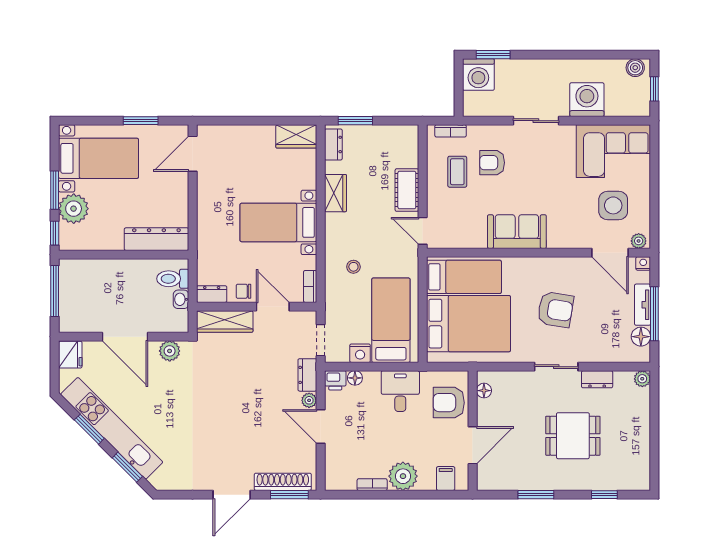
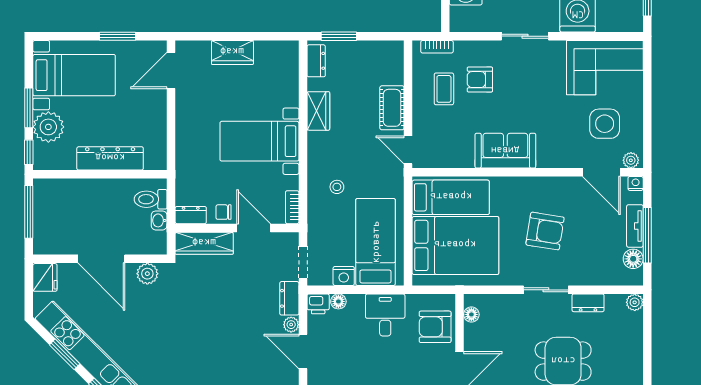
wardrobe: (296, 136) -> (232, 52), moved
dresser: (156, 239) -> (110, 158), moved

